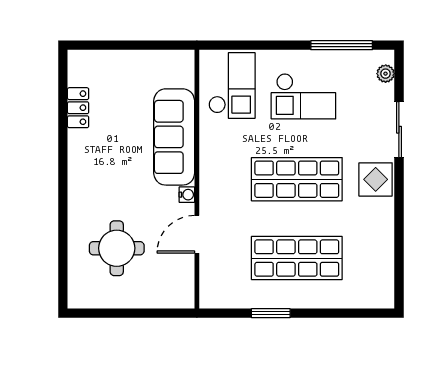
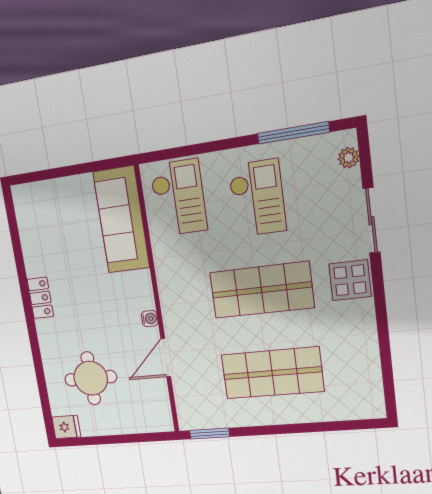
checkout: (303, 96) -> (257, 198), turned -90
locker: (78, 108) -> (40, 298), moved
sofa: (174, 137) -> (121, 220), moved
fridge: (81, 297) -> (66, 427), added
window: (271, 313) -> (210, 434), moved

